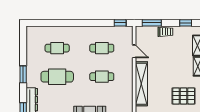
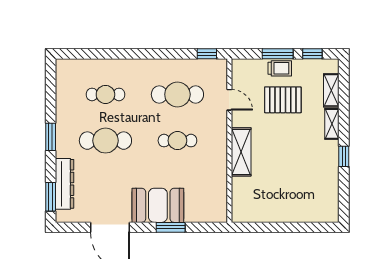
window: (152, 23) -> (278, 54), moved
cafe table: (102, 48) -> (177, 94), width x1.37, depth x1.35
shelving: (141, 84) -> (241, 152), width x0.68
pallet: (184, 96) -> (283, 100), moved

